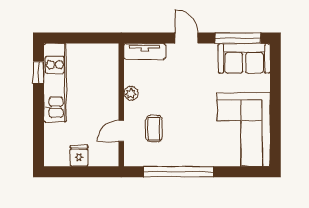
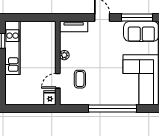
fridge: (79, 156) -> (50, 98), moved
window: (179, 172) -> (113, 108), moved

